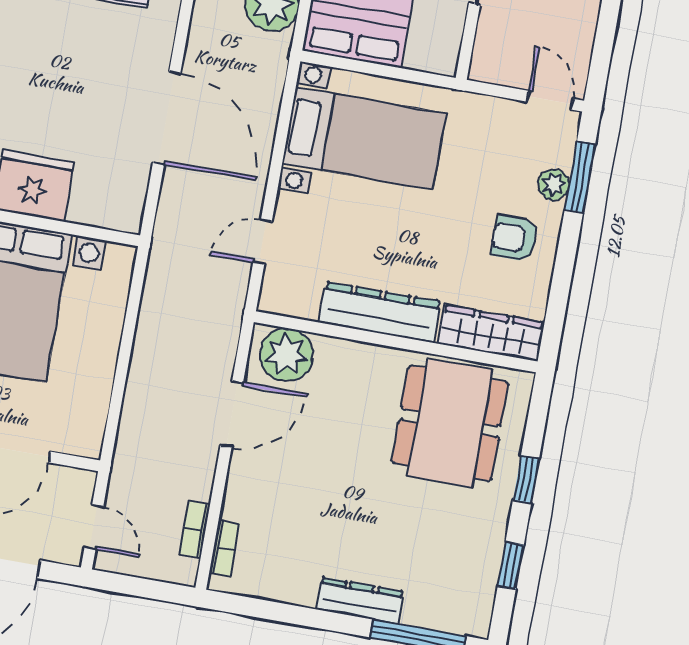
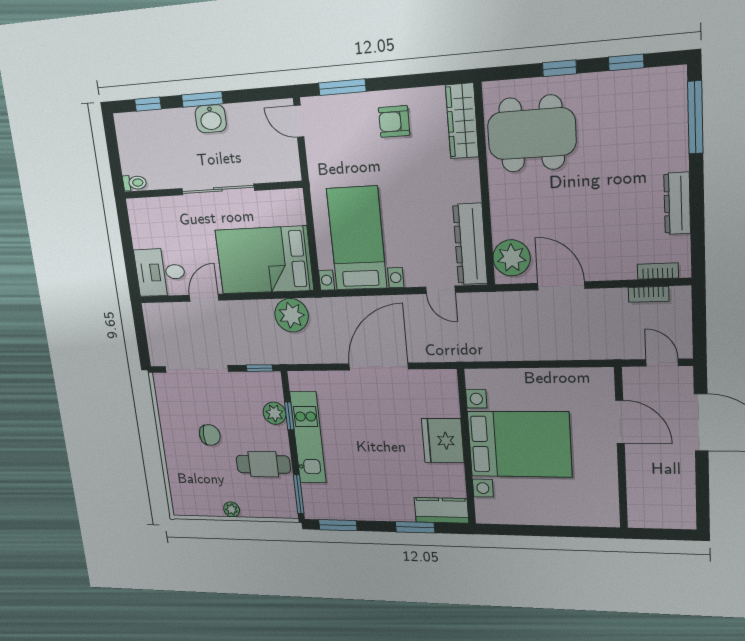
door: (550, 100) -> (299, 121), hinge flipped
plant: (554, 185) -> (352, 104), removed
armchair: (514, 238) -> (394, 122), turned 90
dresser: (380, 312) -> (470, 244), moved
door: (94, 527) -> (662, 363), hinge flipped
dresser: (360, 600) -> (677, 203), moved

